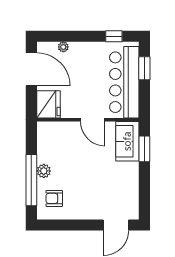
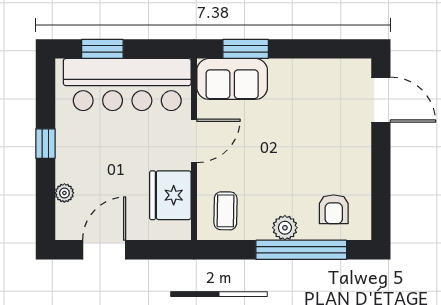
window: (114, 36) -> (45, 144), moved
door: (31, 69) -> (104, 250), width x0.73
fridge: (48, 104) -> (170, 195), moved, turned -90
coffee table: (53, 138) -> (225, 211), added

